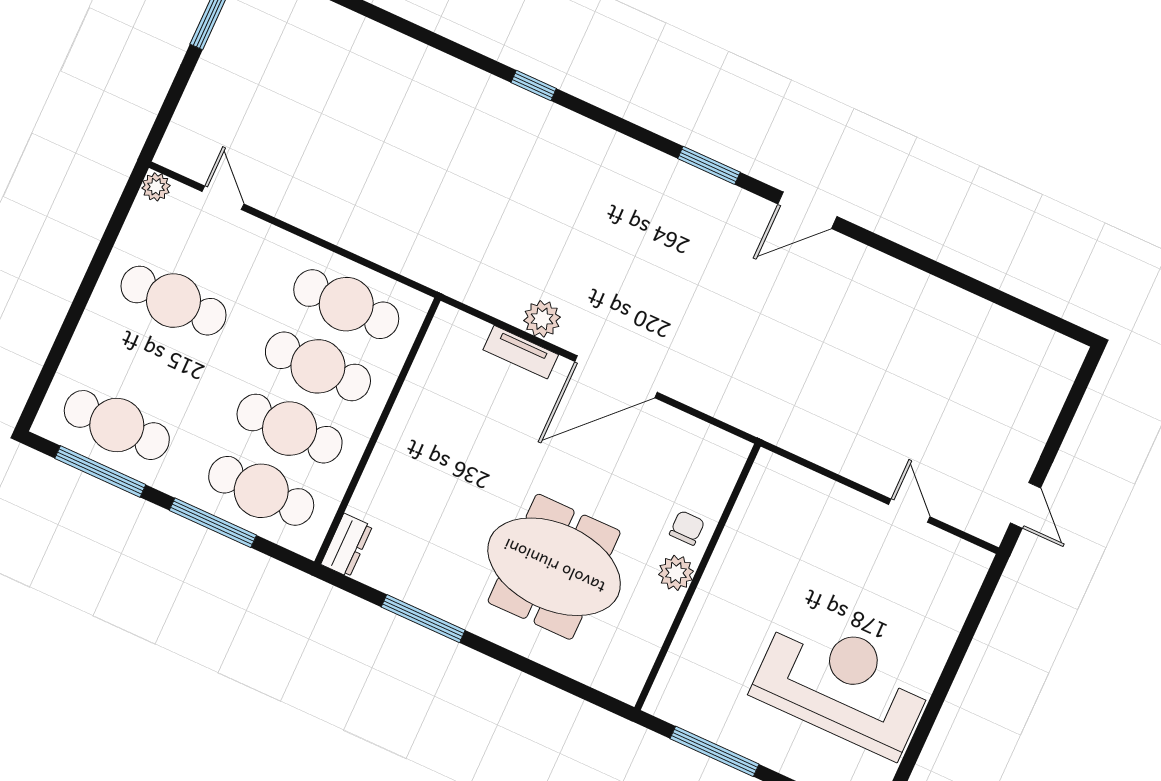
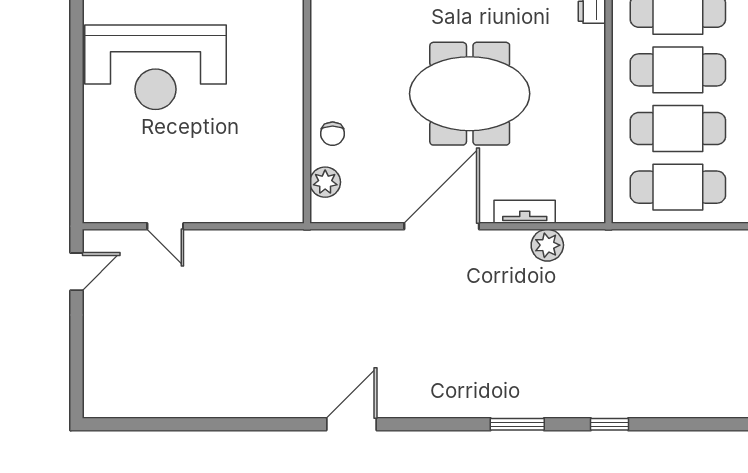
window: (709, 165) -> (517, 424), moved
plant: (542, 319) -> (547, 245), moved
door: (1026, 505) -> (76, 272), swing flipped
meeting table: (554, 567) -> (470, 94), moved
plant: (676, 573) -> (325, 182), moved

